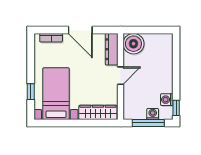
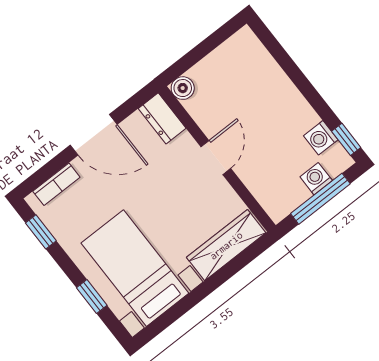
boiler: (133, 44) -> (183, 88), width x0.54, depth x0.54
dresser: (112, 49) -> (162, 118), width x0.70
window: (31, 51) -> (41, 232), added

